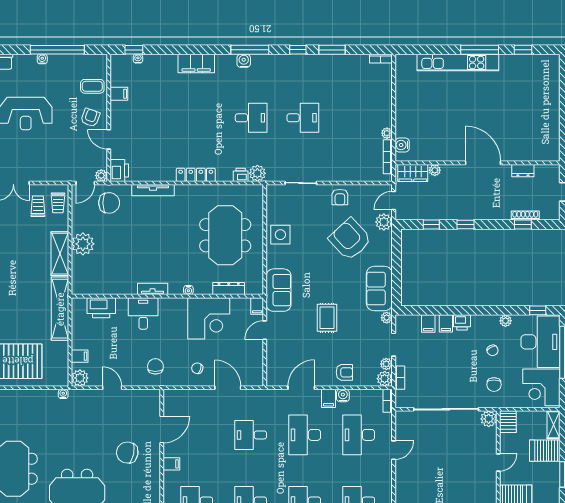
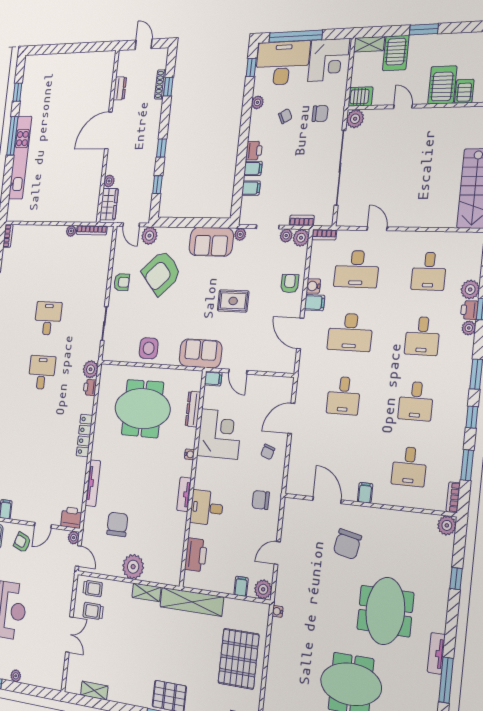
water cooler: (402, 145) -> (83, 215), removed
chair: (109, 203) -> (117, 524), moved
shelving: (60, 254) -> (147, 592), width x0.67, depth x0.75

